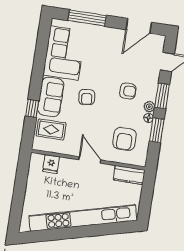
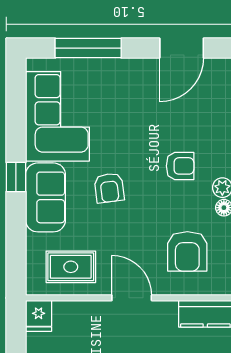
window: (32, 108) -> (16, 177), moved
rug: (51, 129) -> (71, 267), moved
fridge: (51, 164) -> (39, 316), moved

